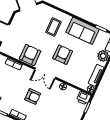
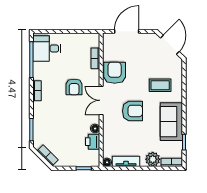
armchair: (30, 55) -> (115, 73), turned -90
armchair: (33, 96) -> (74, 87), moved
printer: (84, 98) -> (93, 142), moved

